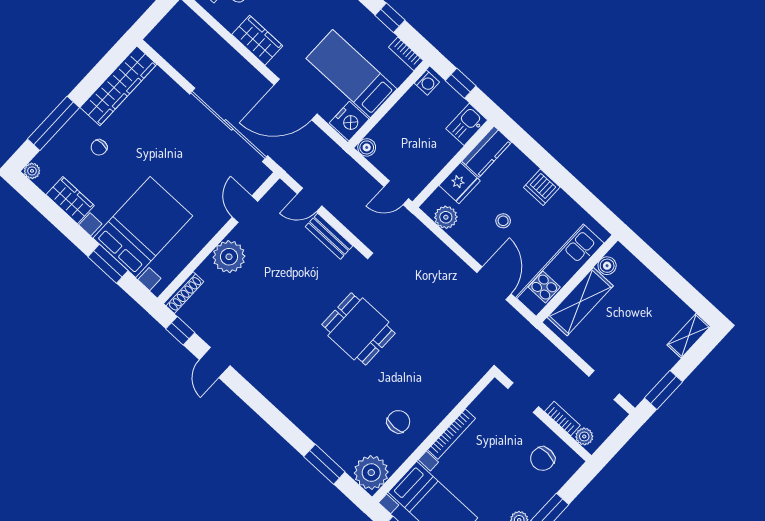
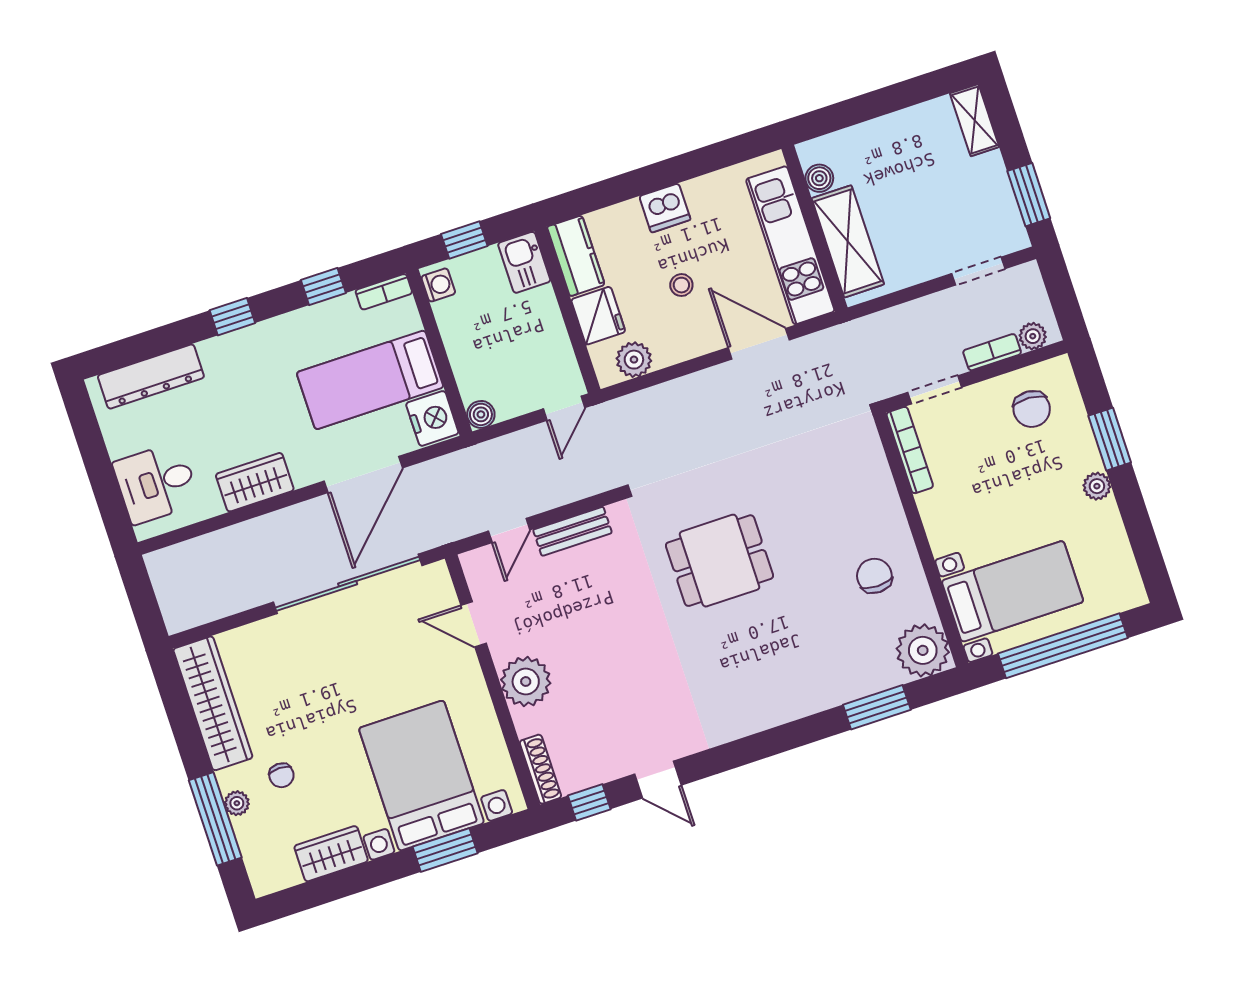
plant: (32, 171) -> (237, 803), moved
bookcase: (452, 434) -> (910, 450), moved

